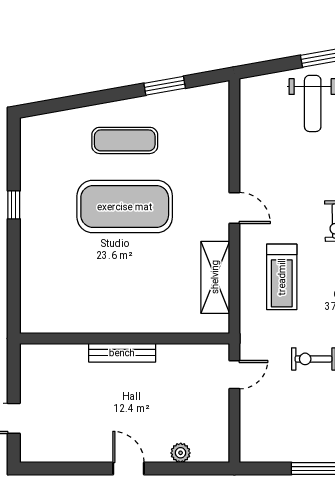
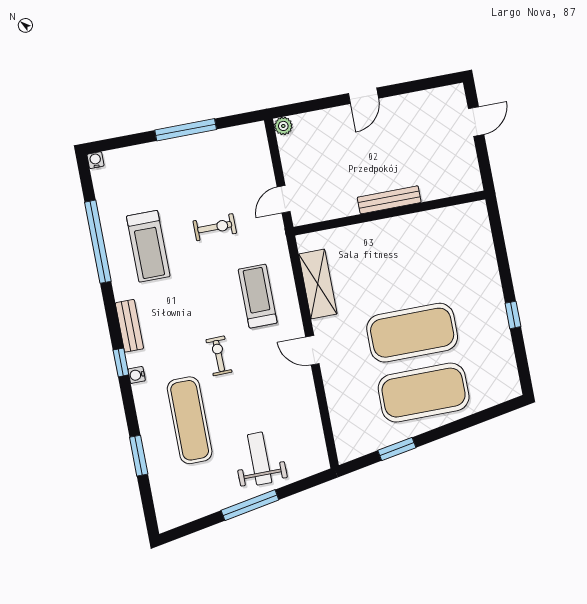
exercise mat: (125, 140) -> (424, 393), width x2.00, depth x1.45
plant: (181, 453) -> (283, 126), moved
door: (128, 469) -> (363, 96), hinge flipped

